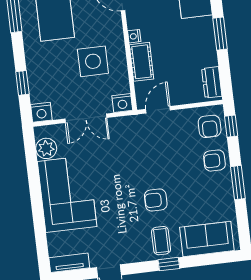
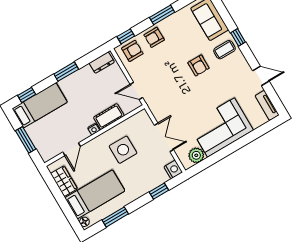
nightstand: (122, 103) -> (143, 117), removed
armchair: (214, 161) -> (154, 37), turned 90

